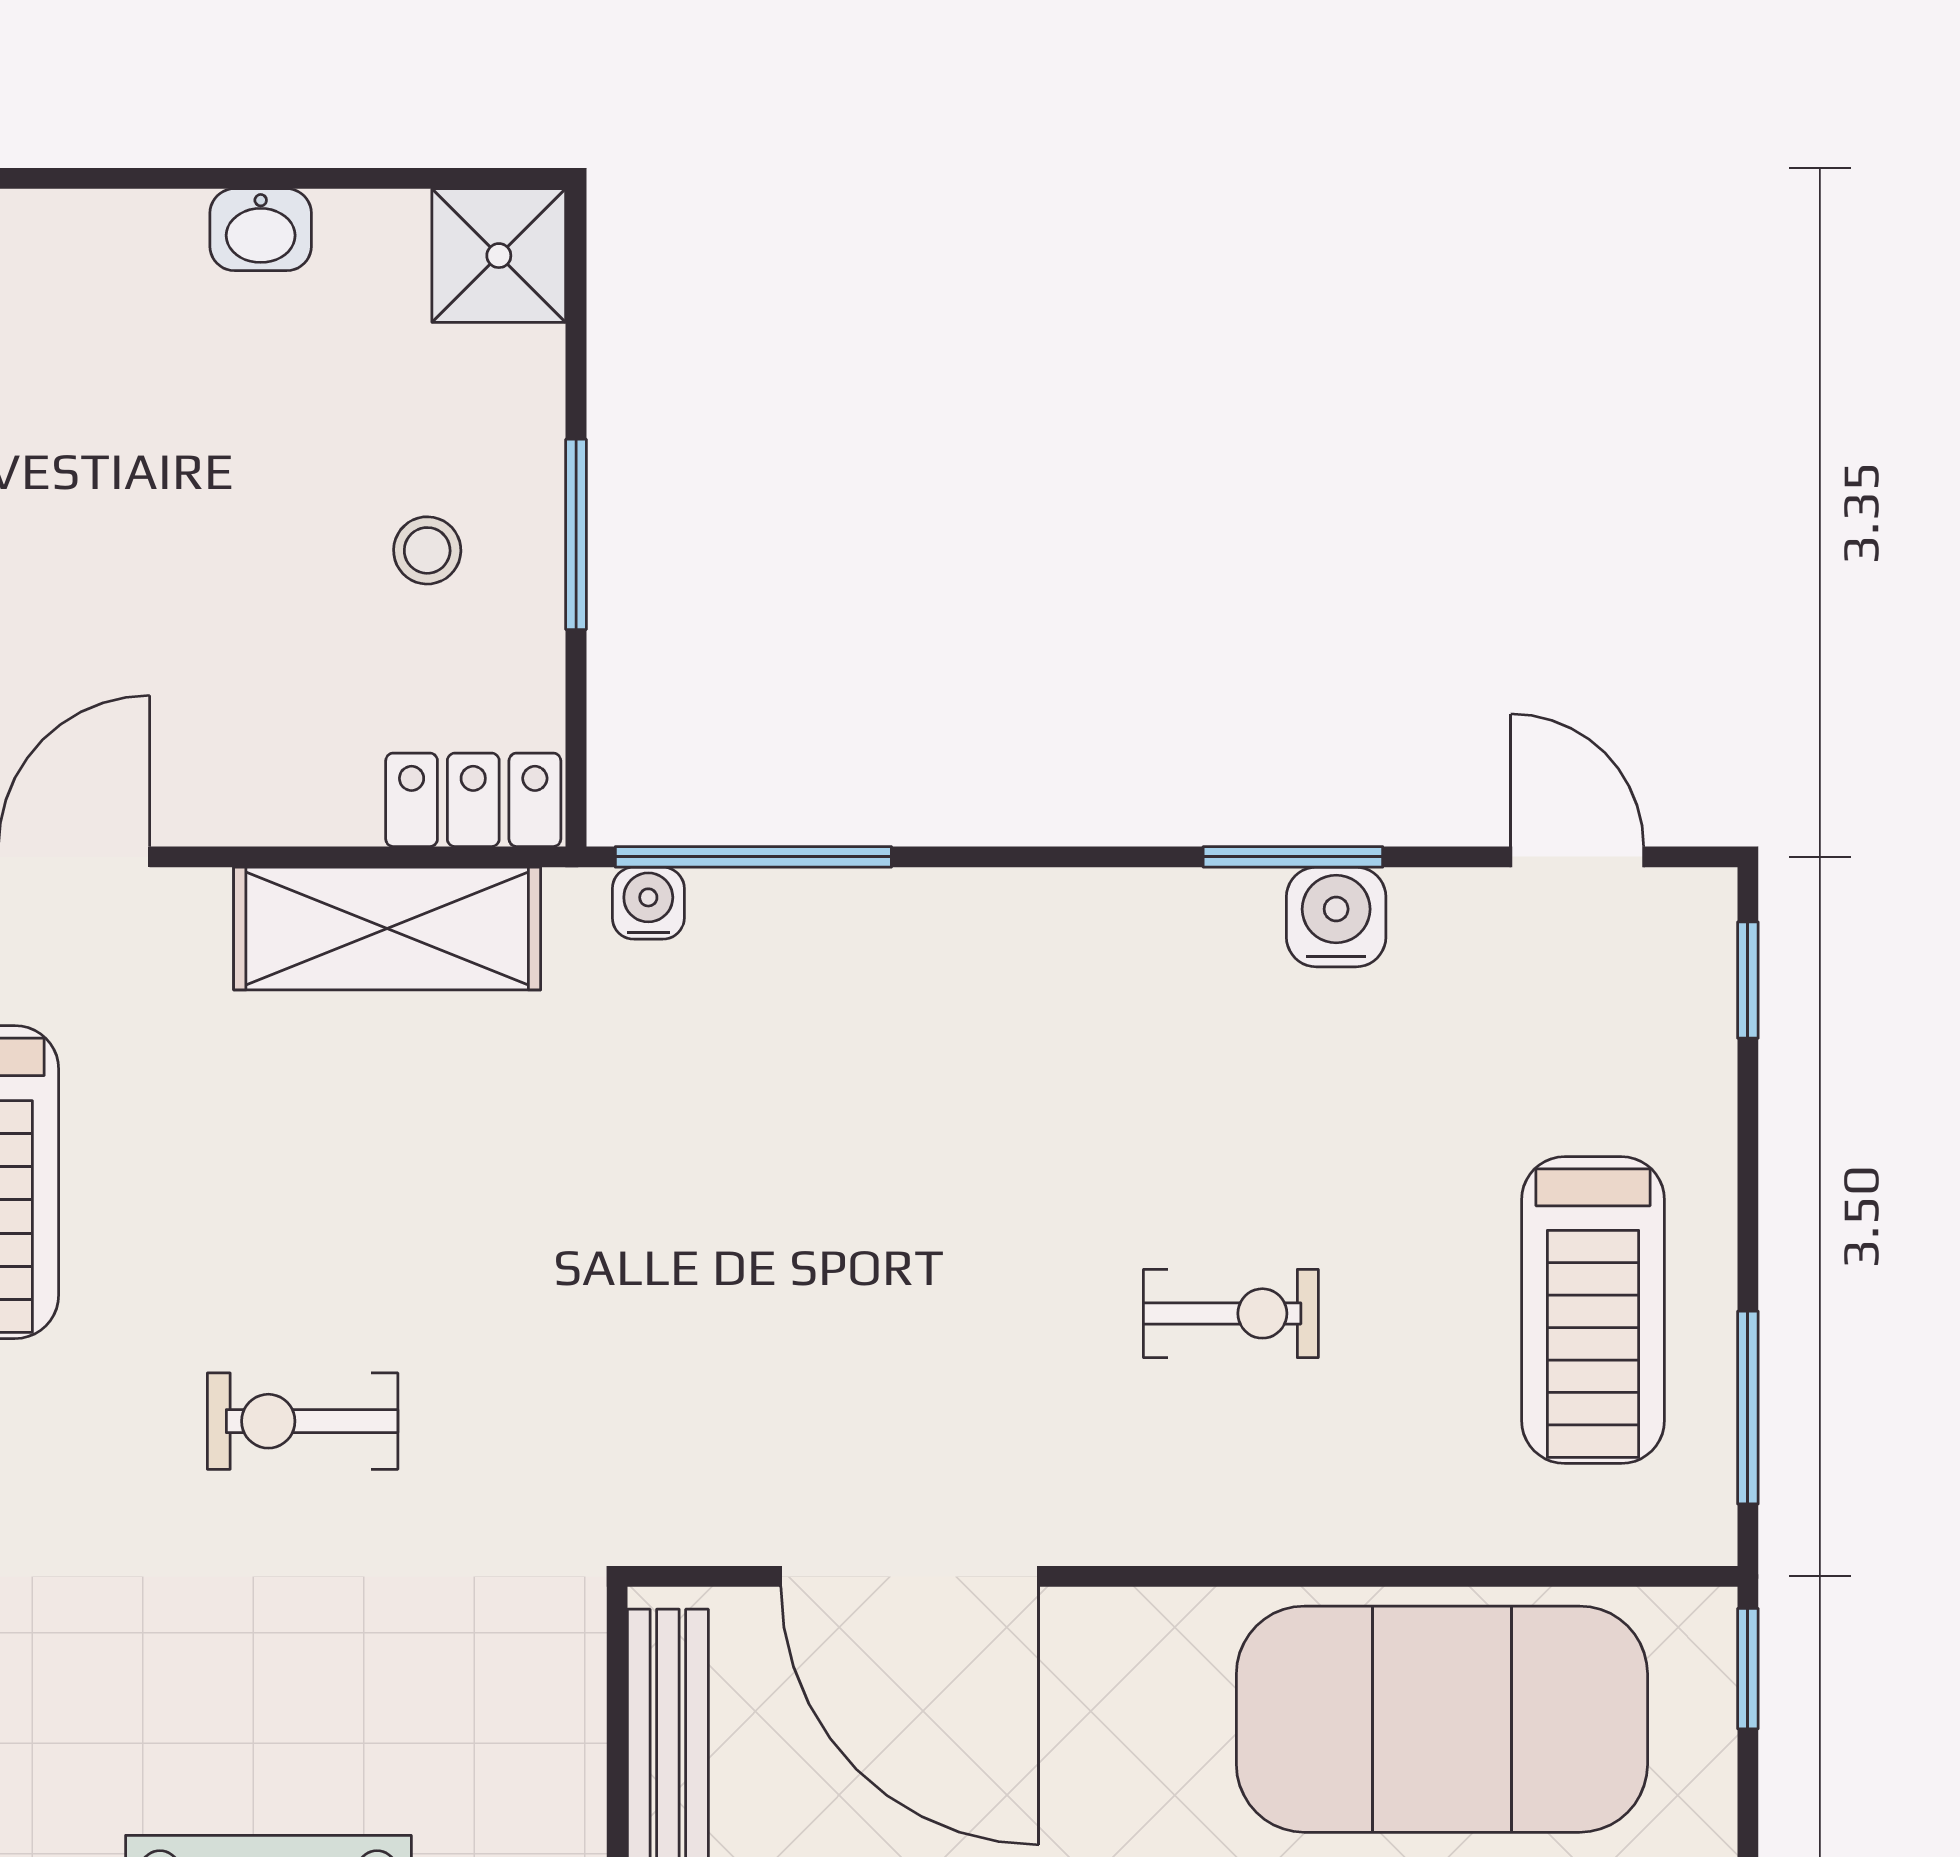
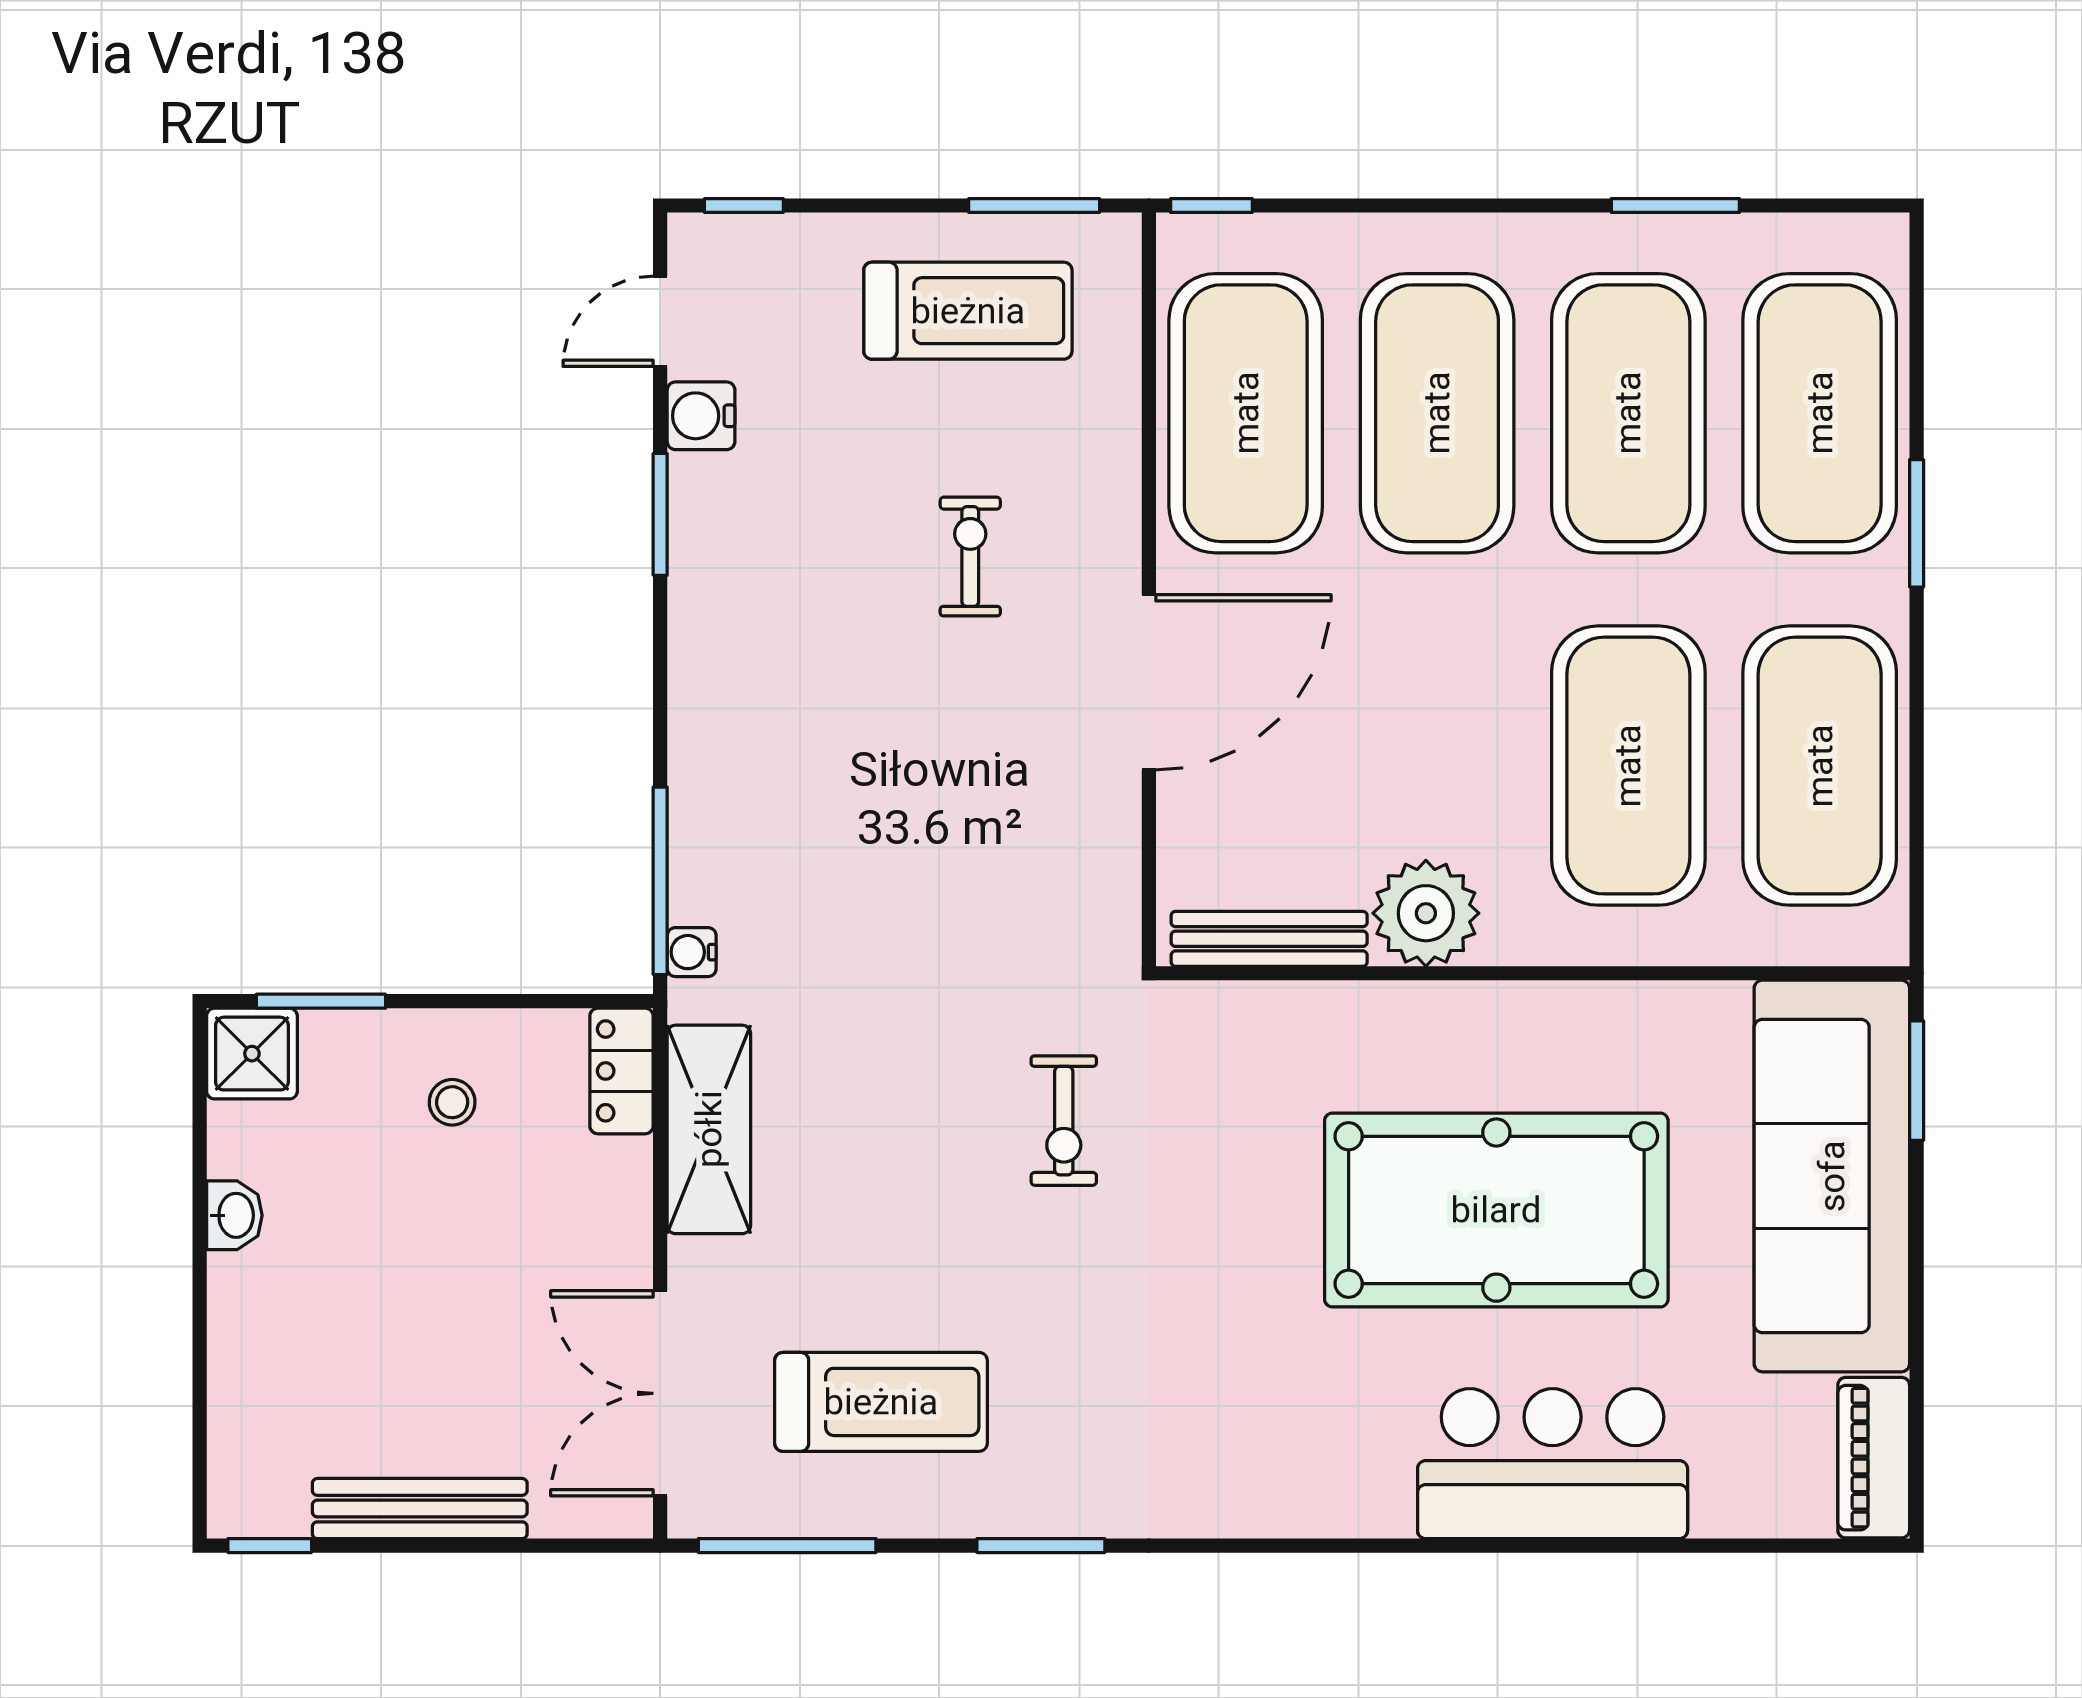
window: (576, 534) -> (321, 1001), moved
water cooler: (1336, 917) -> (701, 416), moved
exercise bike: (303, 1421) -> (1064, 1121), moved
door: (910, 1576) -> (1149, 682), moved

